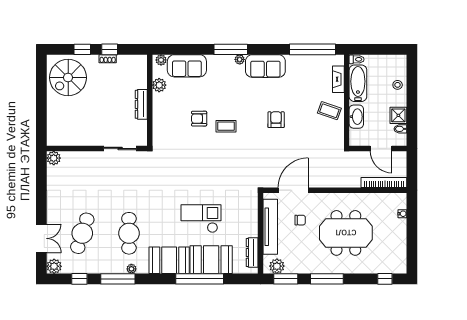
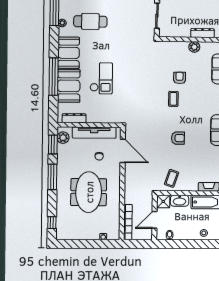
plant: (159, 85) -> (194, 47), moved
dresser: (141, 104) -> (202, 33), moved
coffee table: (329, 111) -> (172, 178), moved
shower: (398, 115) -> (163, 202), moved

